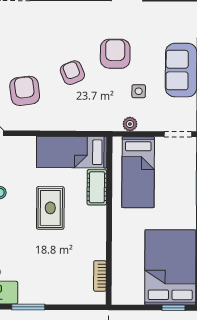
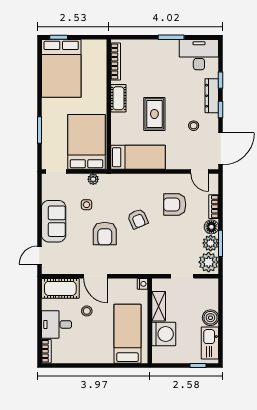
armchair: (25, 91) -> (175, 204), turned 97
bed: (138, 172) -> (87, 142), width x1.50
cot: (97, 187) -> (118, 98), moved
bookcase: (100, 276) -> (116, 62), width x1.56

